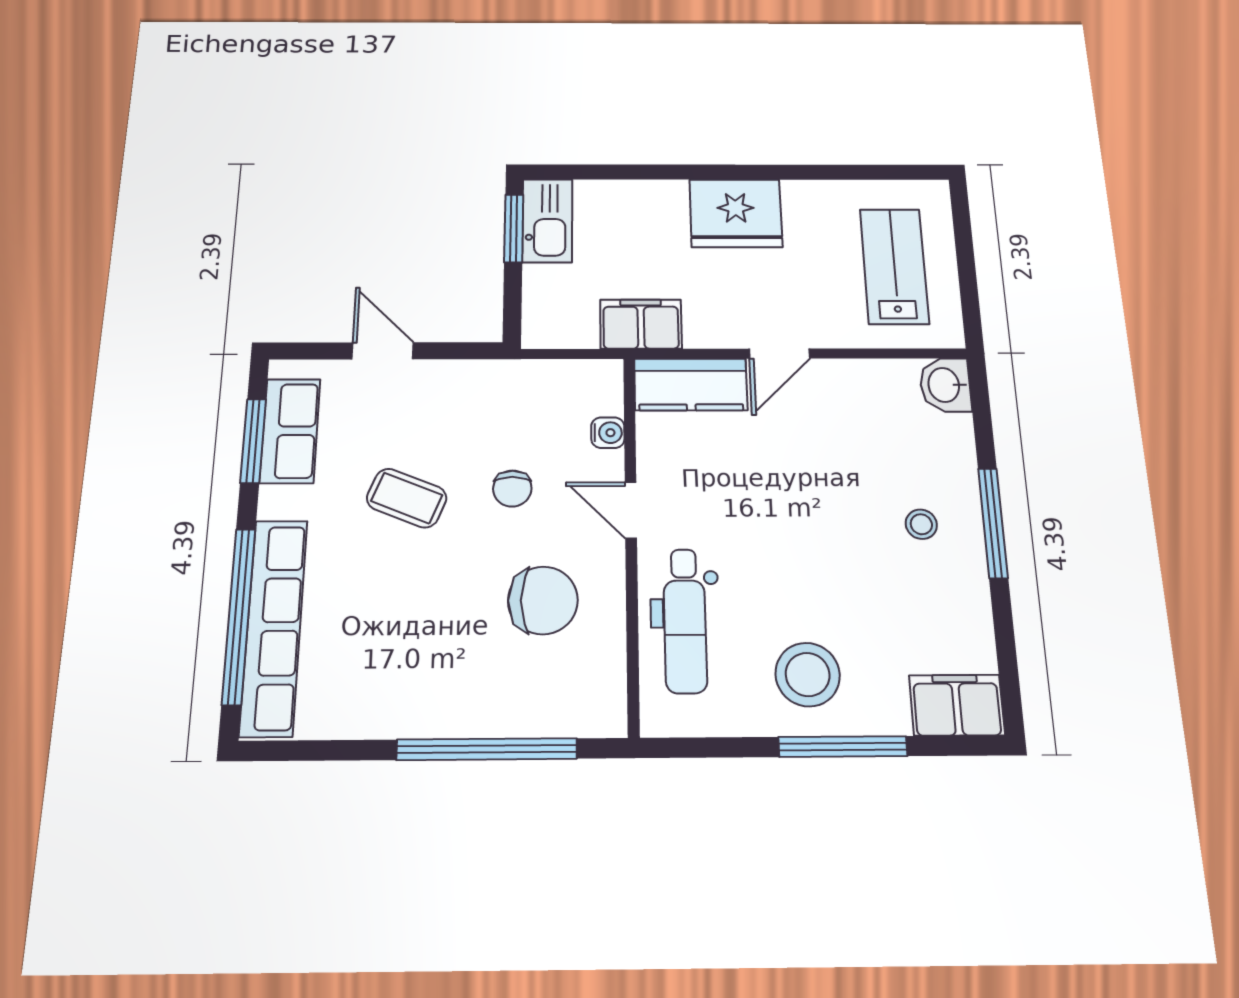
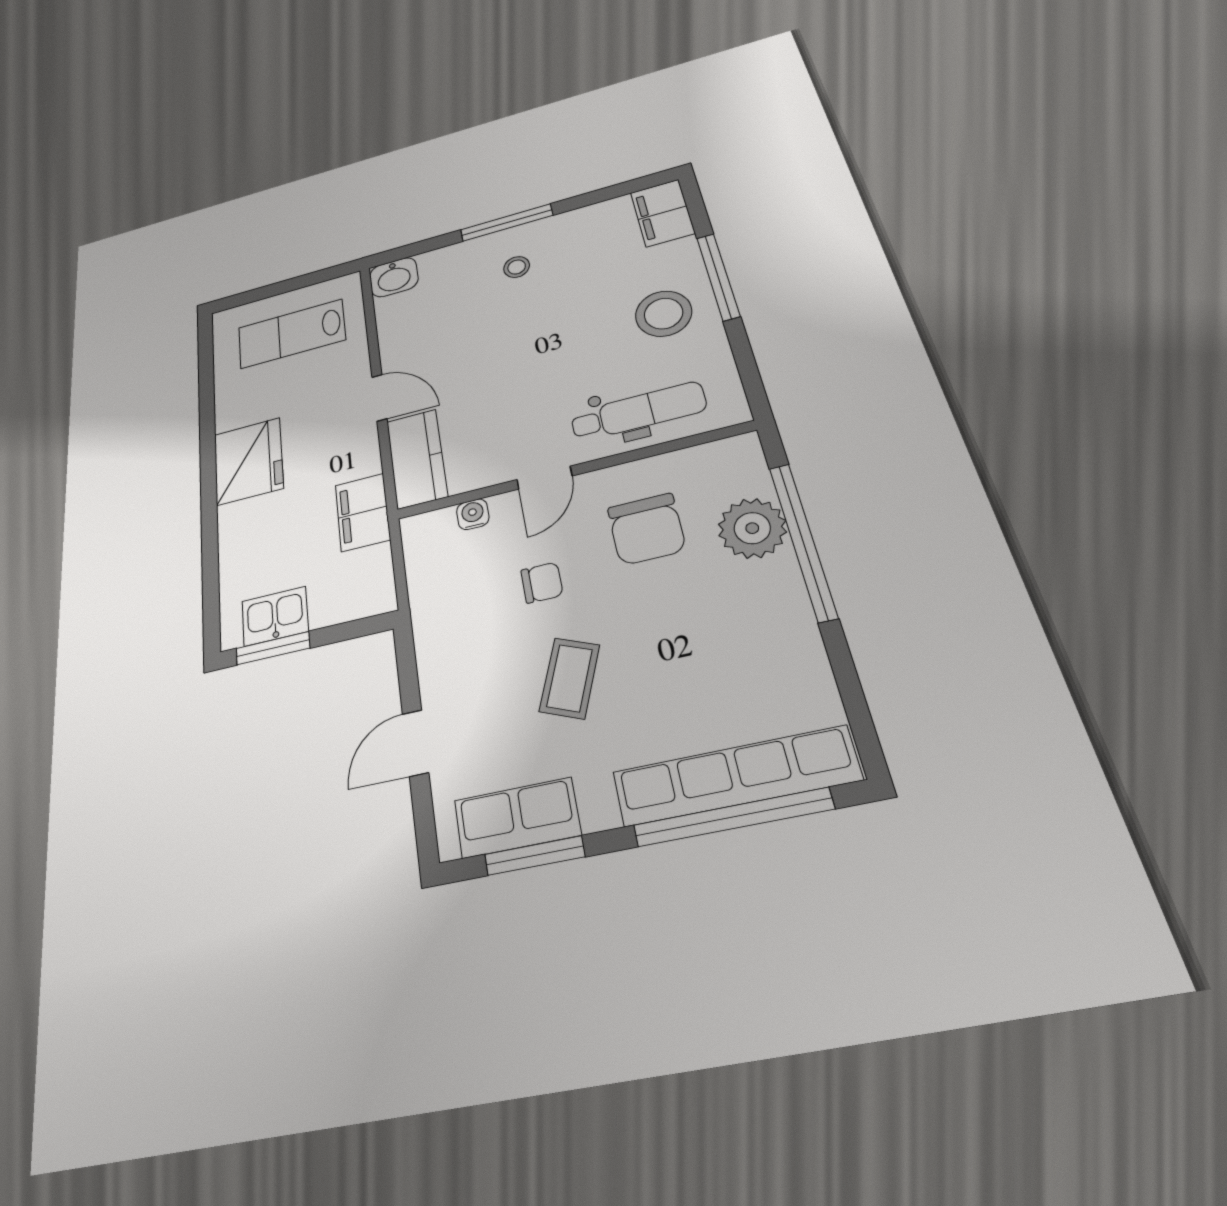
kitchen sink: (547, 221) -> (275, 616), width x0.73
chair: (543, 600) -> (646, 529), turned 180
plant: (515, 704) -> (752, 528), added

